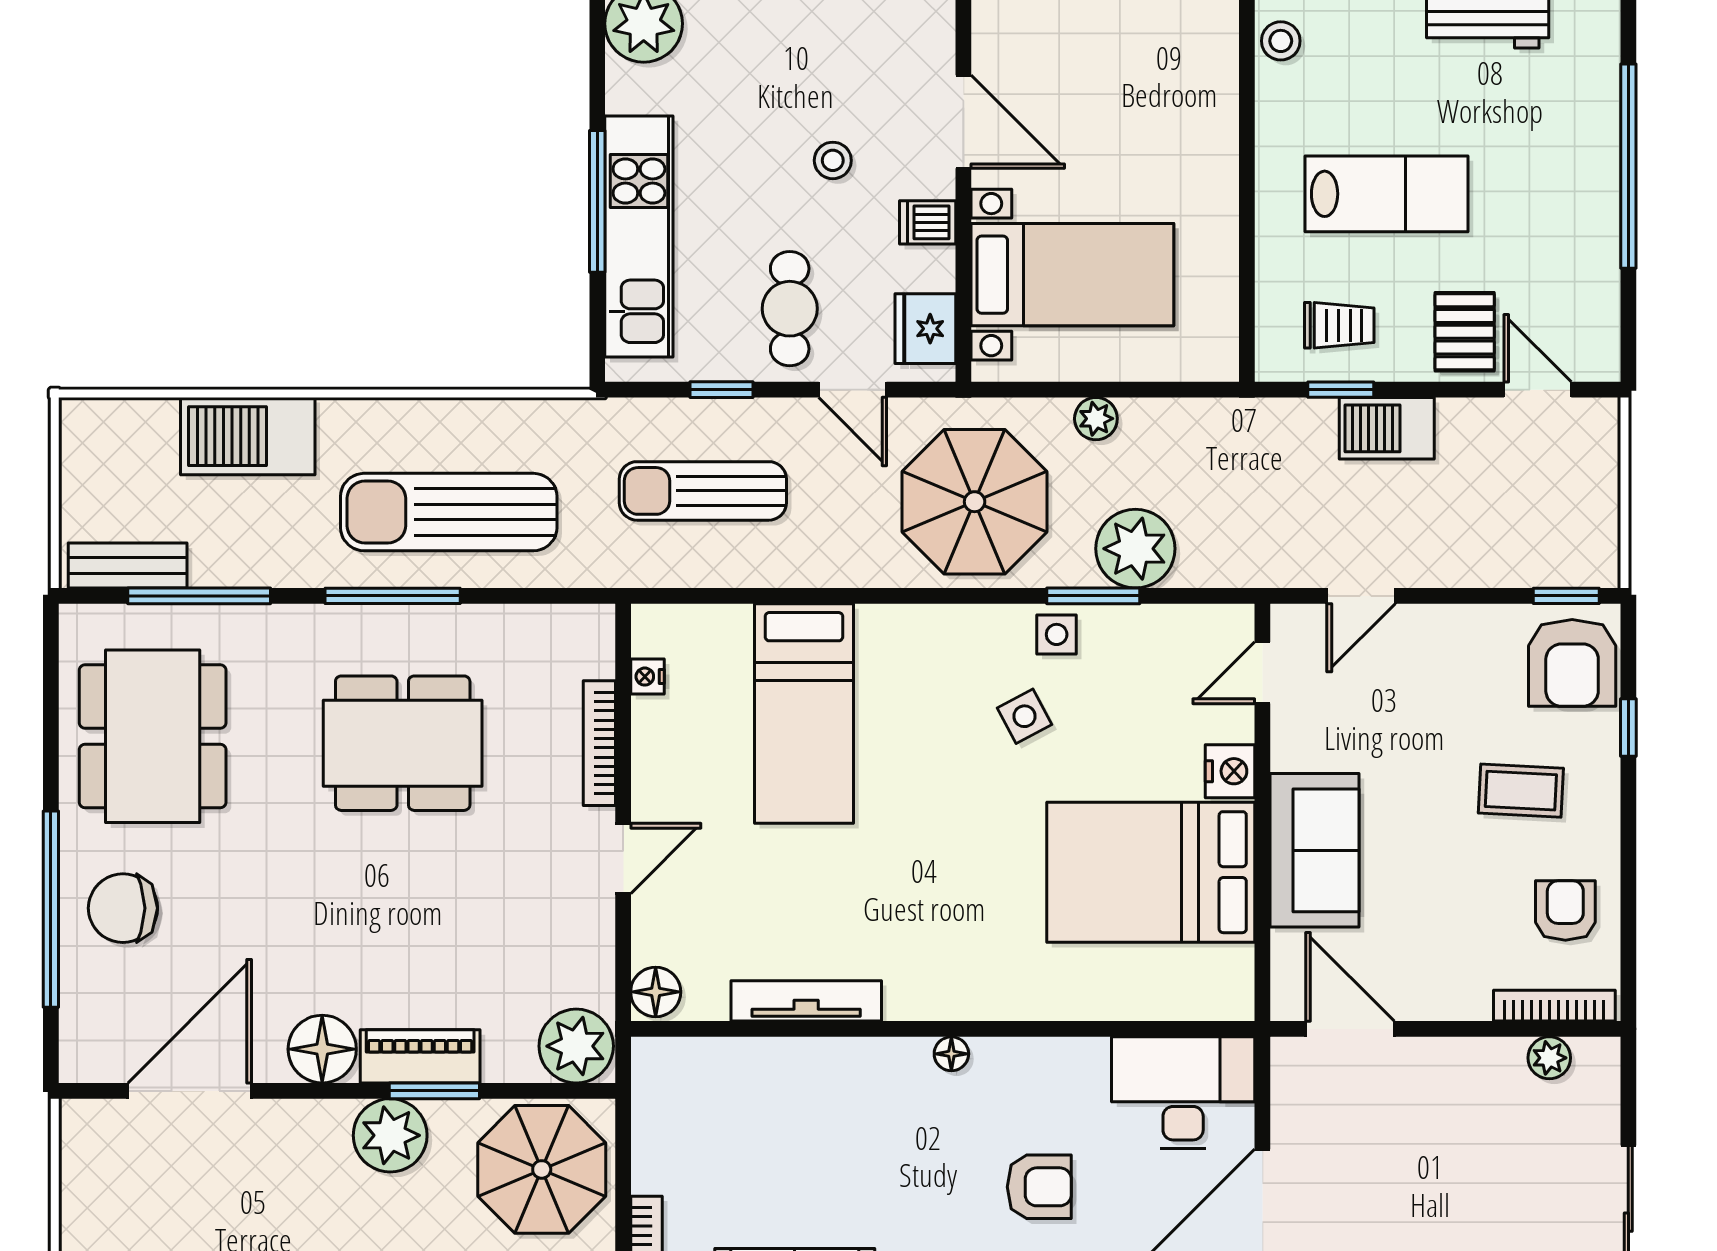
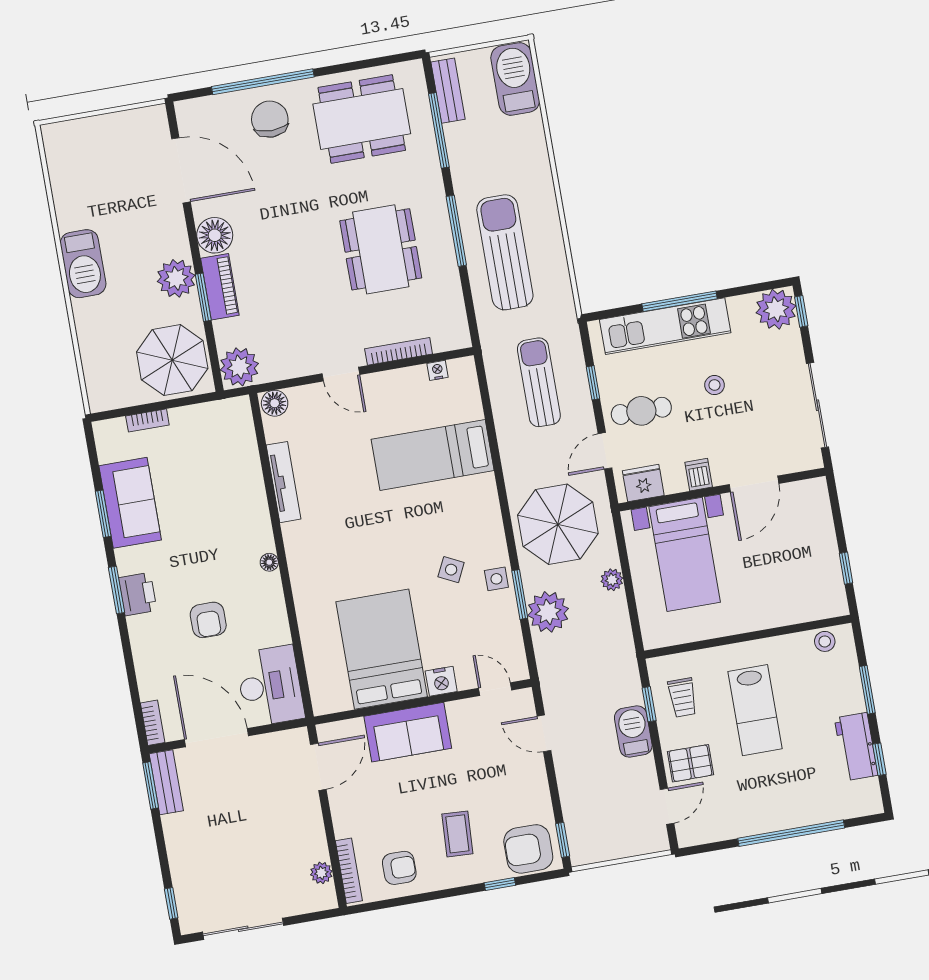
stool: (833, 160) -> (714, 385), moved
barbecue: (248, 436) -> (515, 79), moved
side table: (1024, 716) -> (451, 570), turned -36

